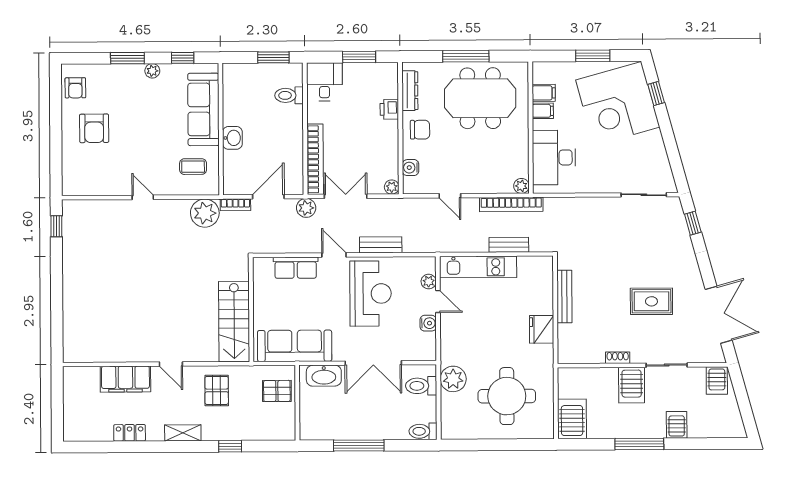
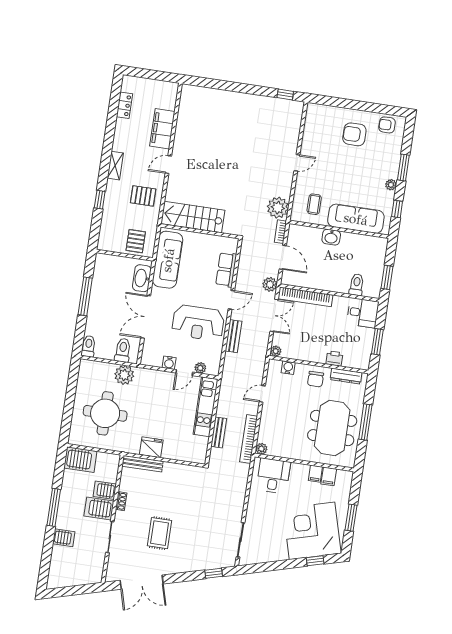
desk: (554, 158) -> (273, 476), width x0.73
bench: (564, 296) -> (142, 464), moved
server rack: (717, 381) -> (105, 490), moved
locker: (130, 433) -> (124, 105), moved

